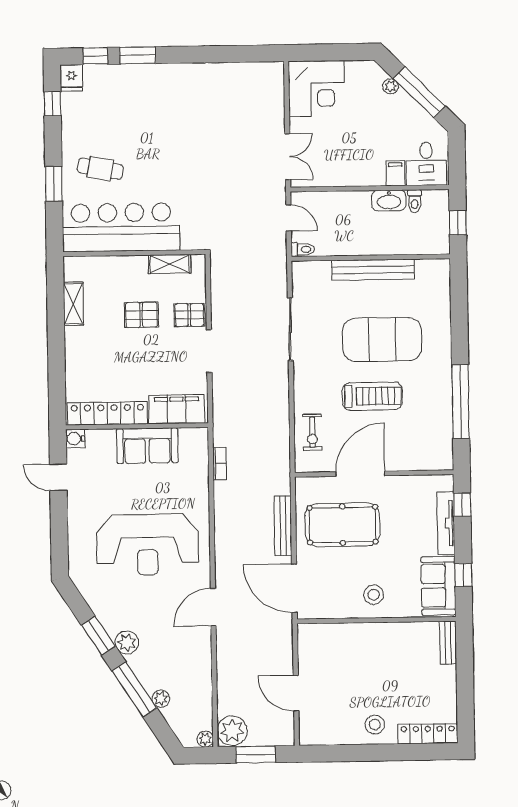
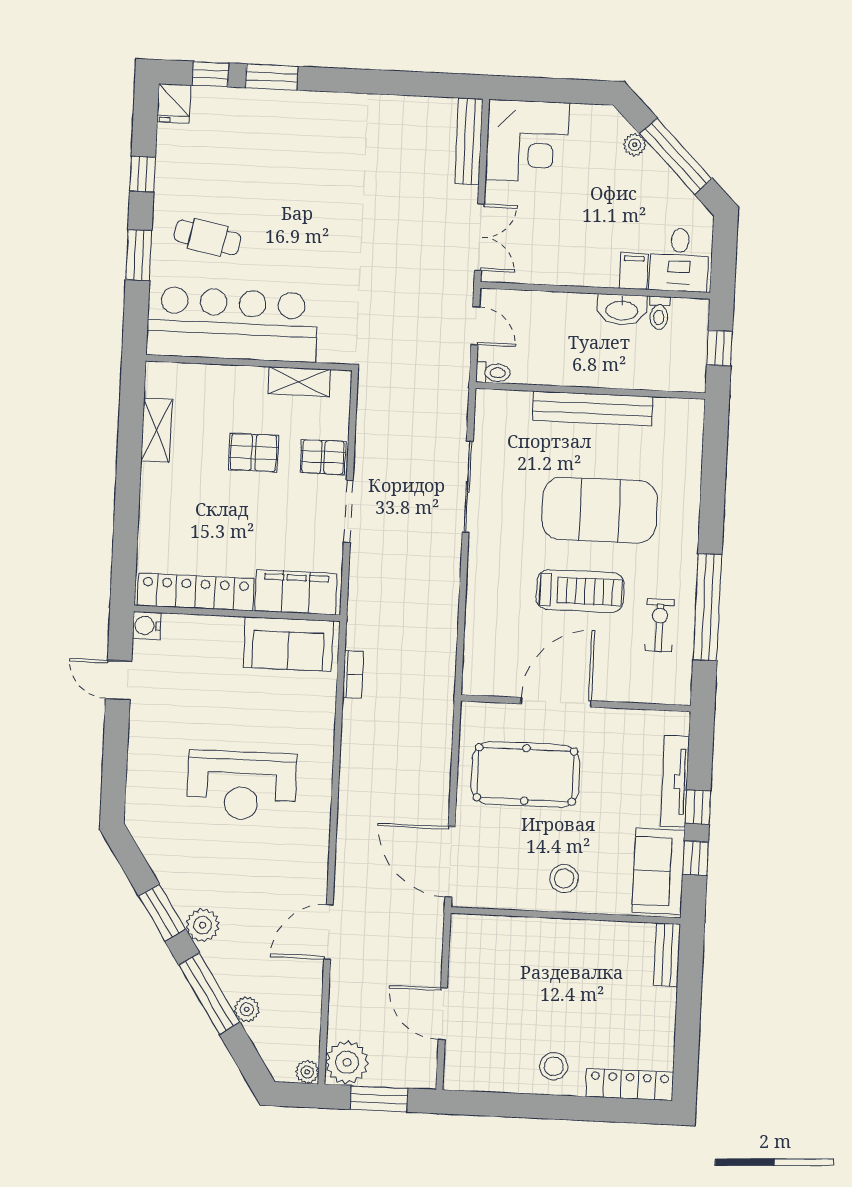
window: (52, 104) -> (143, 174), moved
exercise bike: (312, 432) -> (660, 625), moved, turned 180
sofa: (147, 446) -> (288, 644), moved
window: (462, 505) -> (698, 807), moved
bench: (283, 526) -> (469, 141), moved
reception desk: (148, 545) -> (242, 786), width x0.74, depth x0.77
door: (213, 607) -> (328, 932), moved

